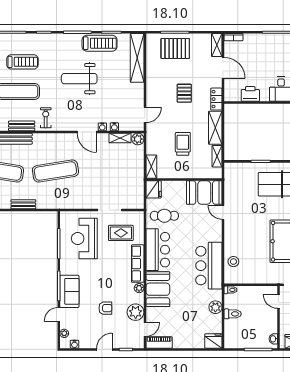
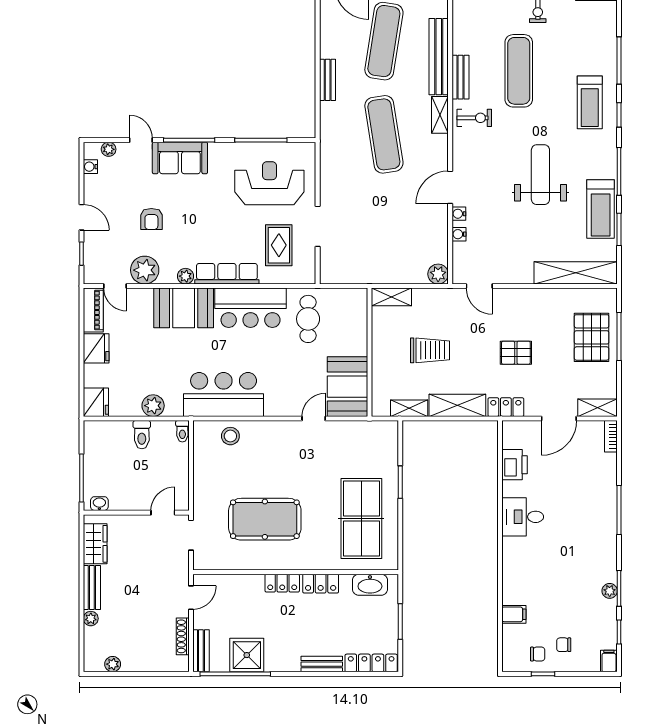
treadmill: (22, 62) -> (590, 102), moved
shelving: (120, 138) -> (440, 115), moved
fridge: (154, 189) -> (96, 348), moved, turned -90

